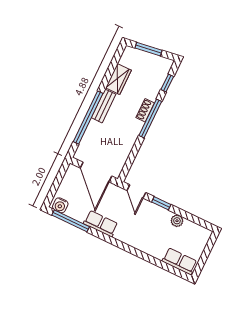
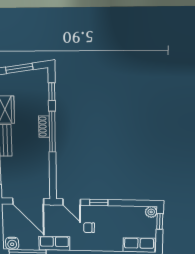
plant: (177, 221) -> (151, 212), moved
chair: (141, 223) -> (89, 228), added
window: (209, 247) -> (160, 222), added

